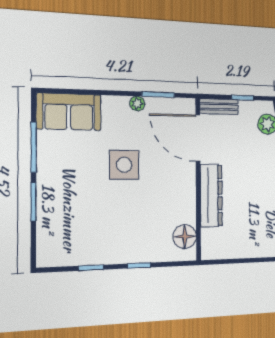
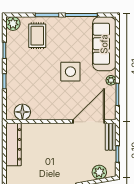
sofa: (69, 112) -> (104, 44), width x1.36
dresser: (211, 196) -> (14, 144), moved, turned -90
rug: (68, 217) -> (37, 36), added
plant: (47, 256) -> (13, 24), added

